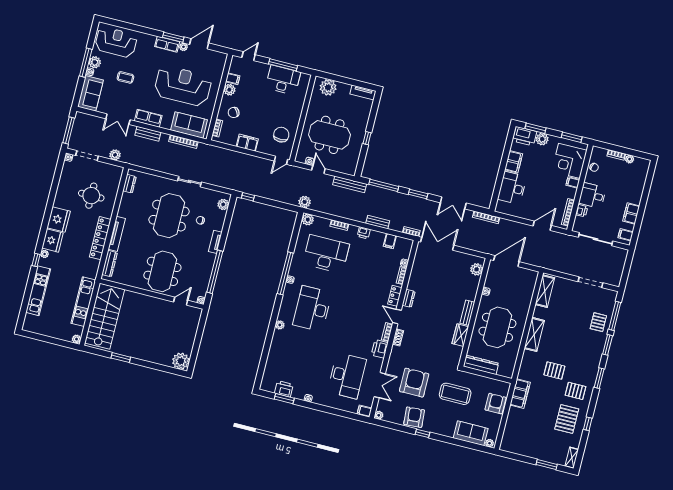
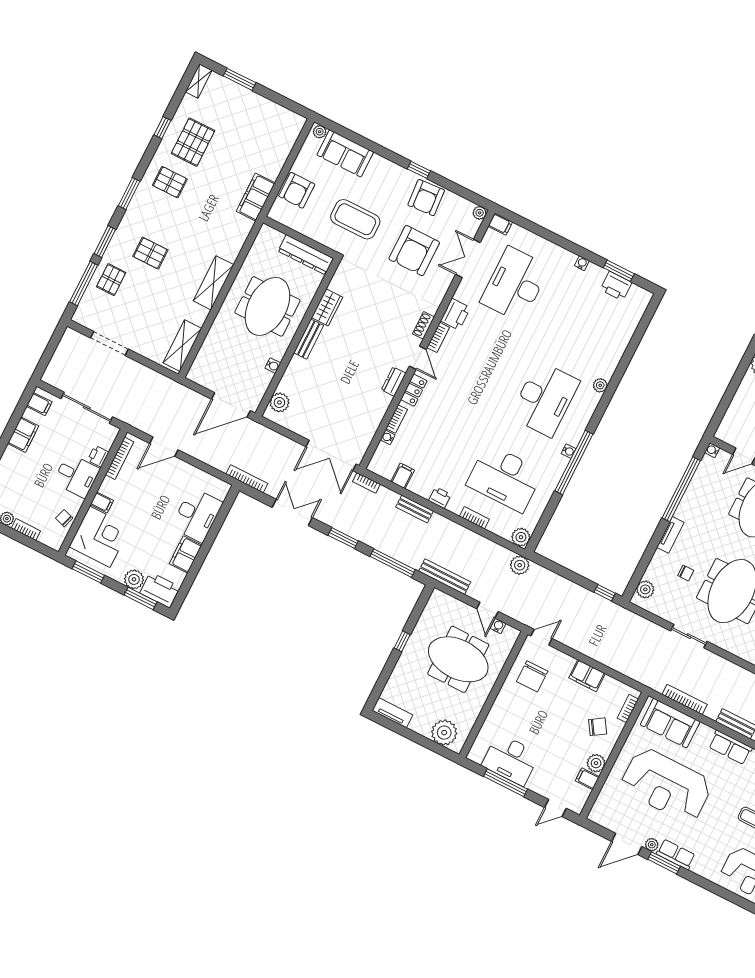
pallet: (554, 370) -> (150, 253), moved

